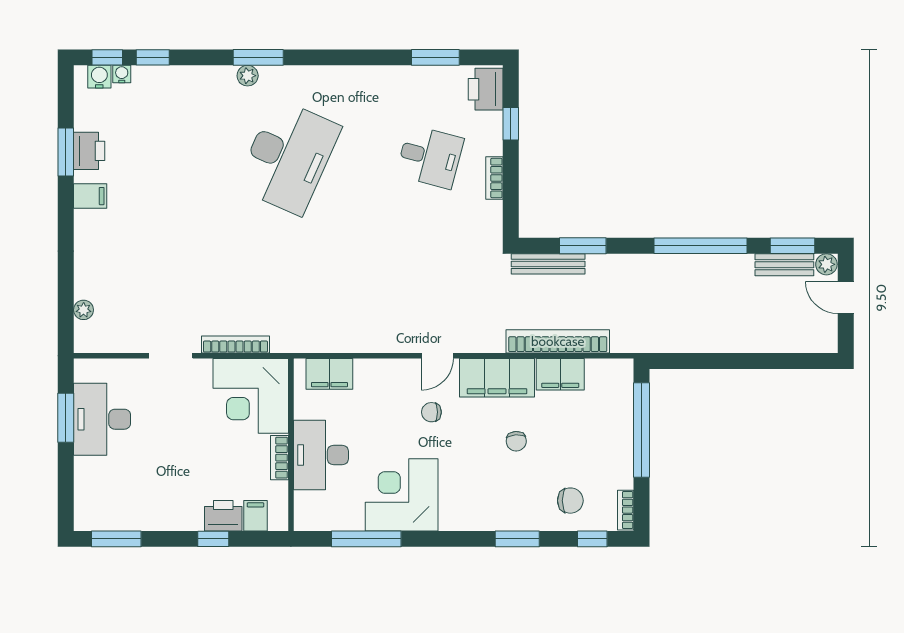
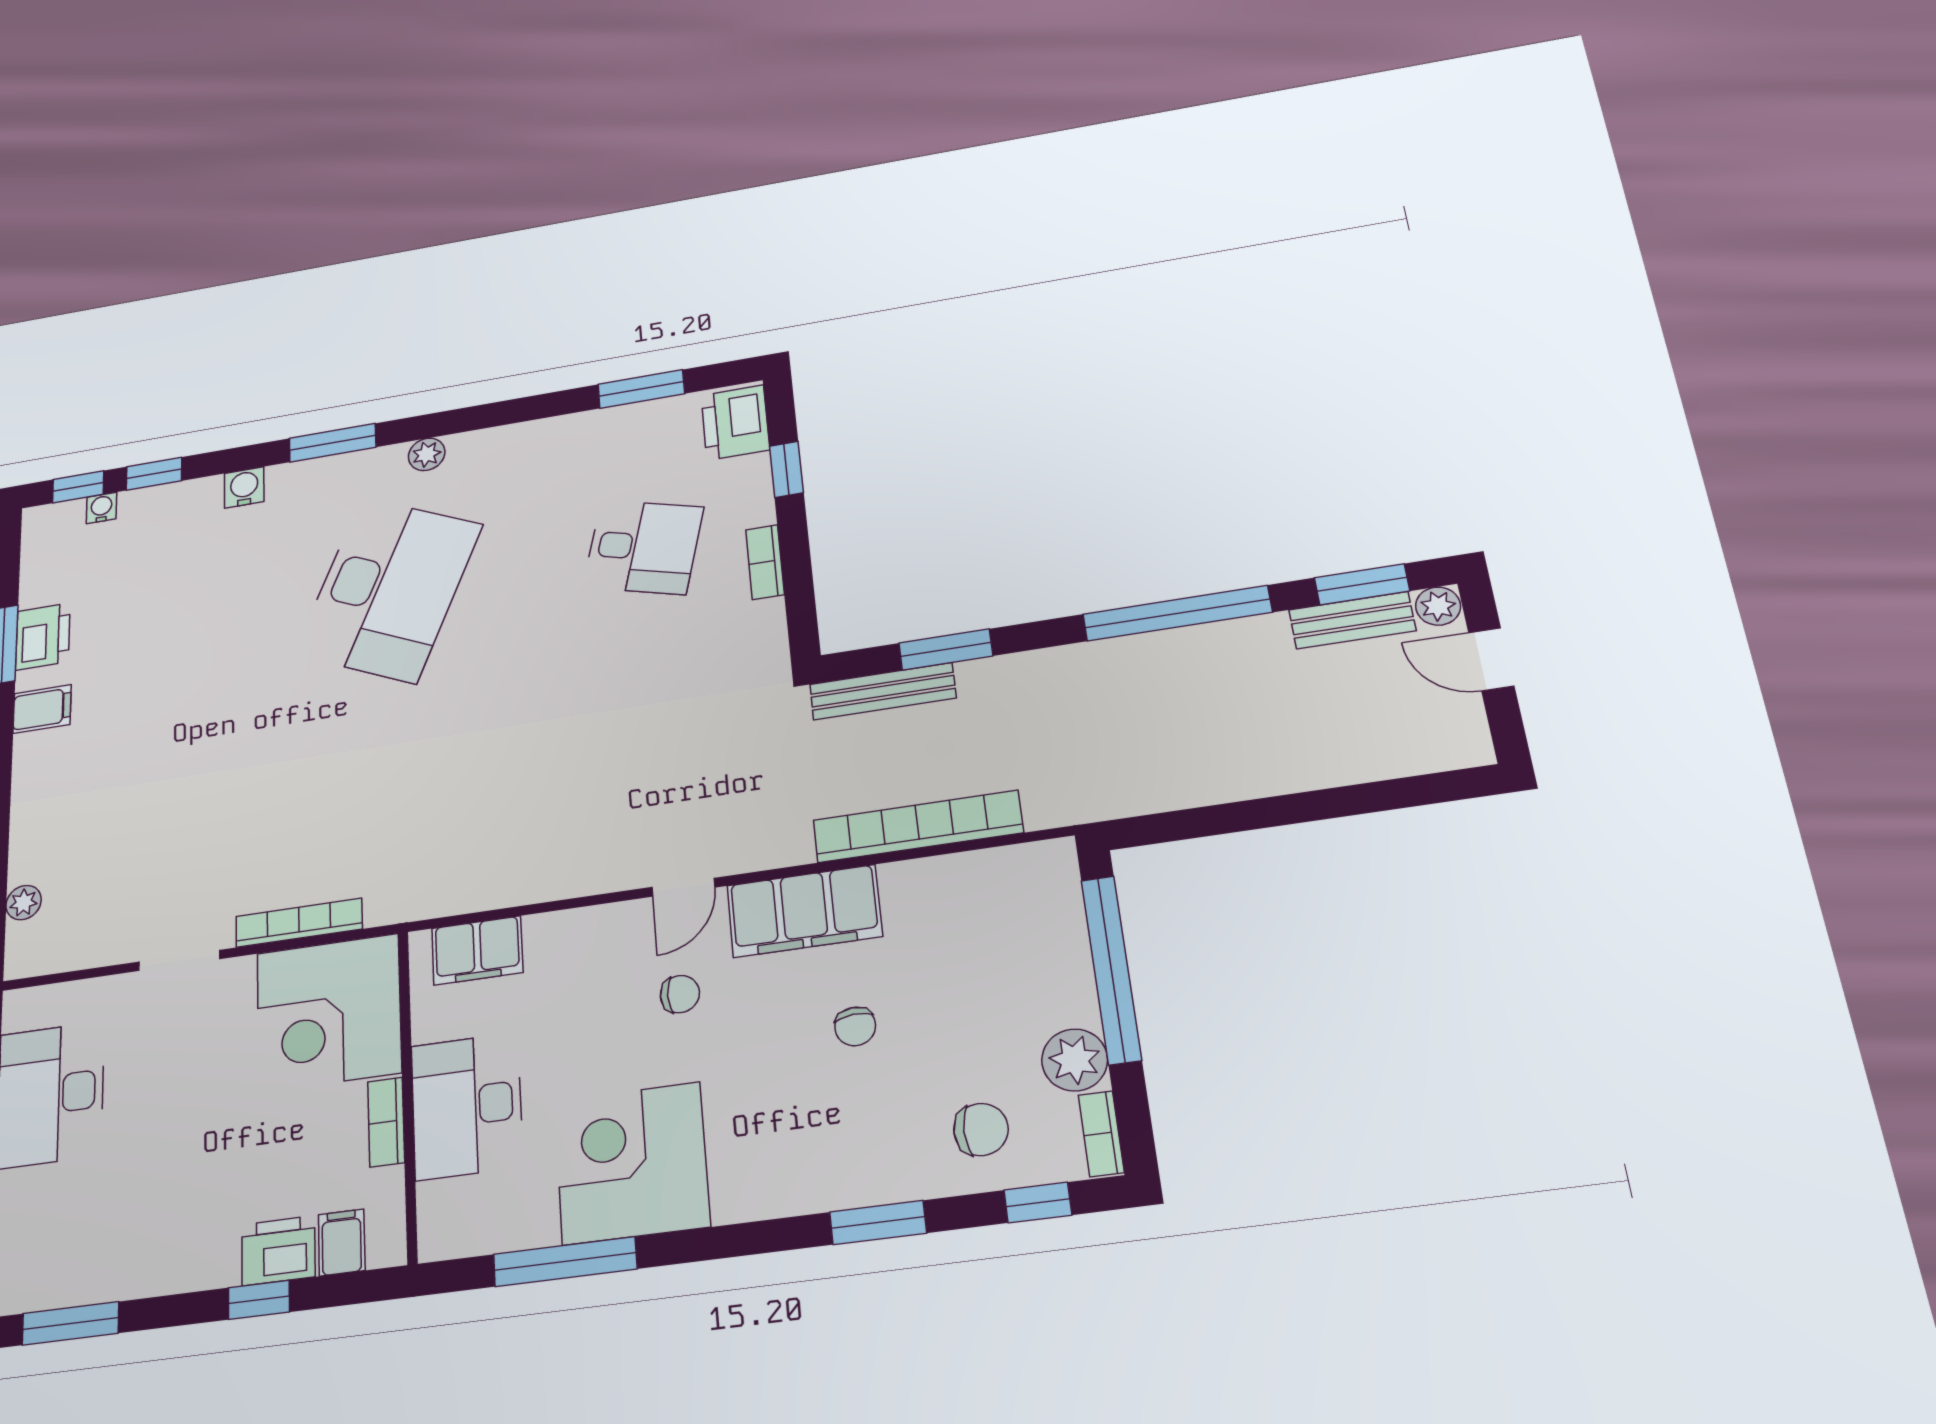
plant: (248, 76) -> (427, 454), moved
water cooler: (99, 77) -> (244, 487), moved
filing cabinet: (560, 374) -> (930, 886), removed
chair: (431, 412) -> (680, 994), turned 180
plant: (618, 473) -> (1075, 1060), added

